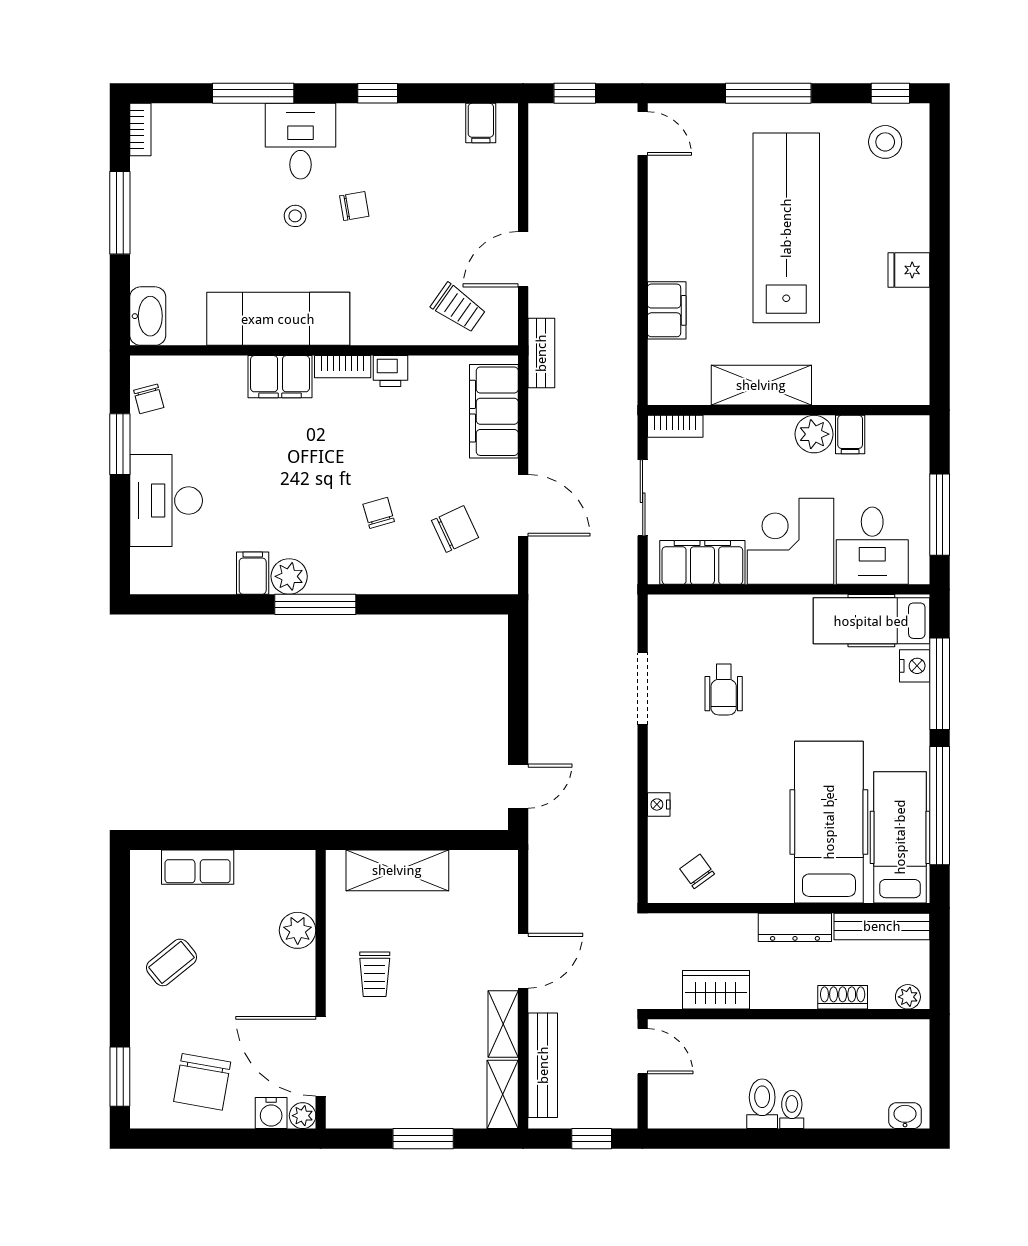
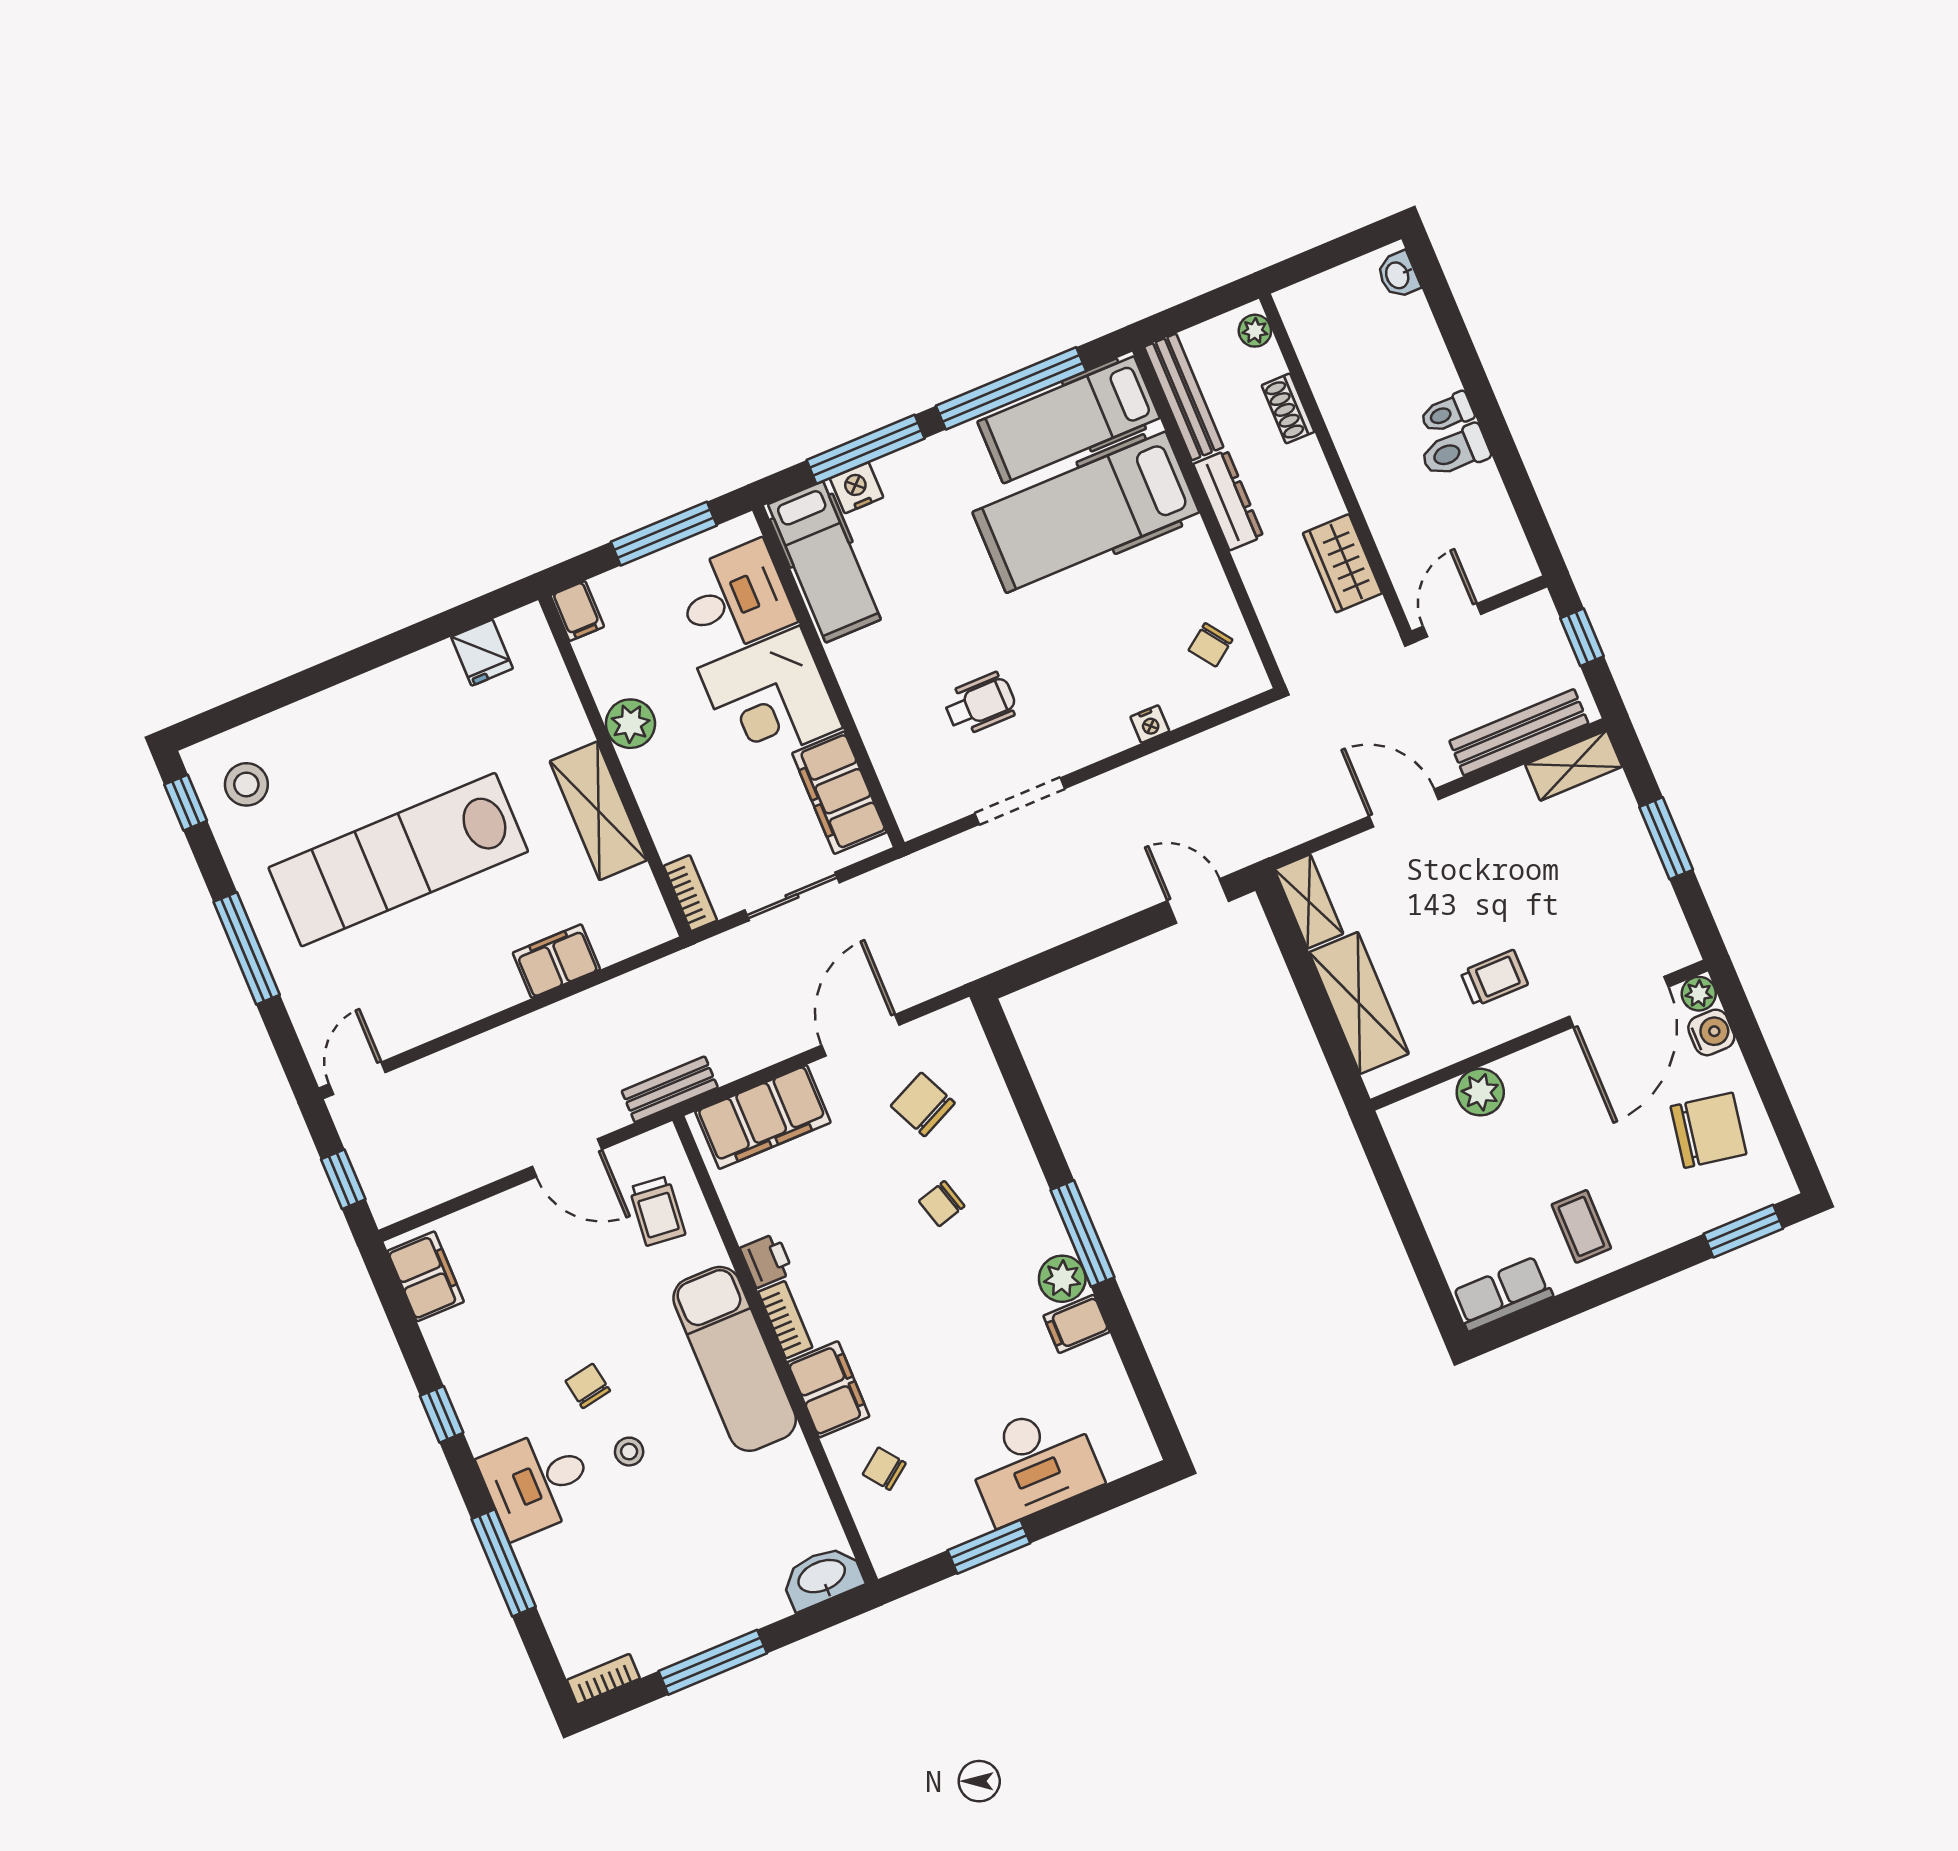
filing cabinet: (481, 123) -> (426, 1276), width x2.00
fridge: (909, 270) -> (482, 653), moved
trolley: (458, 308) -> (657, 1211), turned 151
exam couch: (278, 319) -> (735, 1359), moved
chair: (149, 399) -> (884, 1469), moved, turned -112
filing cabinet: (850, 435) -> (577, 611), moved, turned 90
row of seats: (198, 867) -> (1502, 1294), moved, turned -90
coffee table: (172, 962) -> (1581, 1226), turned 39
shelving: (503, 1024) -> (1309, 901), moved, turned 90

